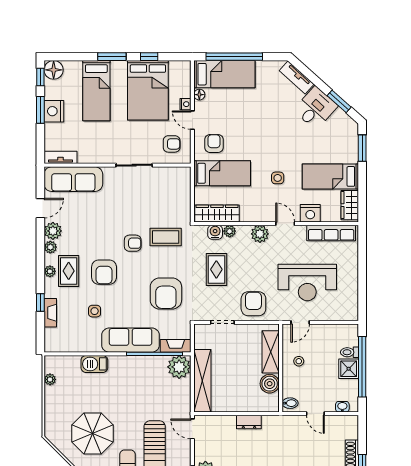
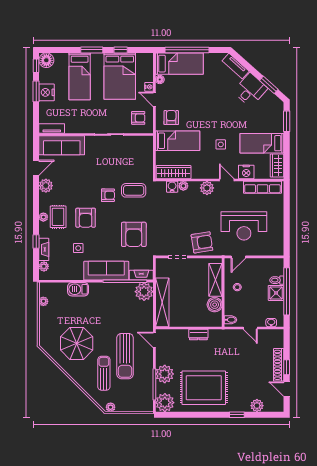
plant: (50, 247) -> (44, 266), moved
rug: (216, 269) -> (173, 216), removed
armchair: (253, 304) -> (202, 242), turned 81

